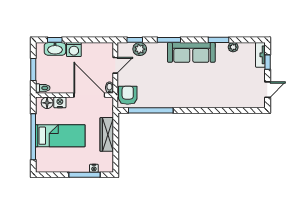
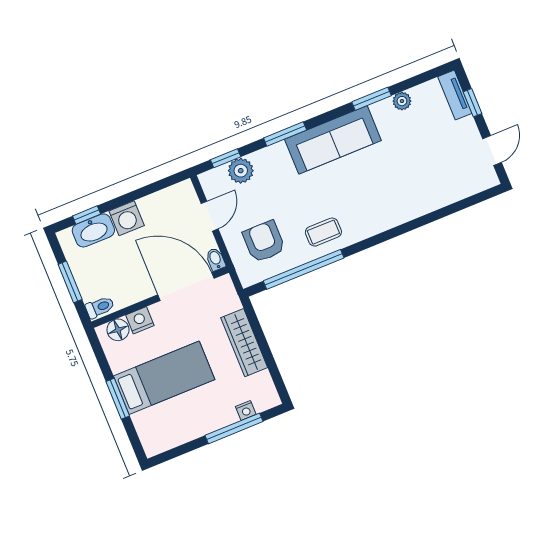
armchair: (128, 95) -> (264, 242), moved
coffee table: (168, 96) -> (323, 232), added
window: (33, 137) -> (118, 399), width x0.47

